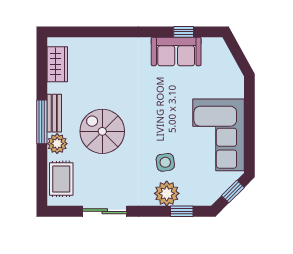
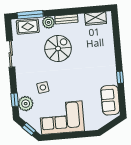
window: (184, 32) -> (120, 77), moved
sofa: (176, 51) -> (110, 100), moved
window: (42, 122) -> (30, 15), moved
plant: (167, 193) -> (26, 104), moved

